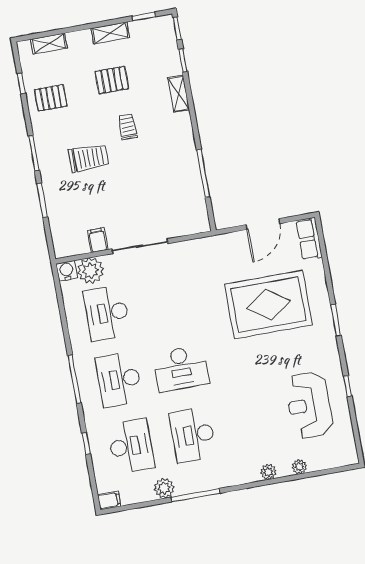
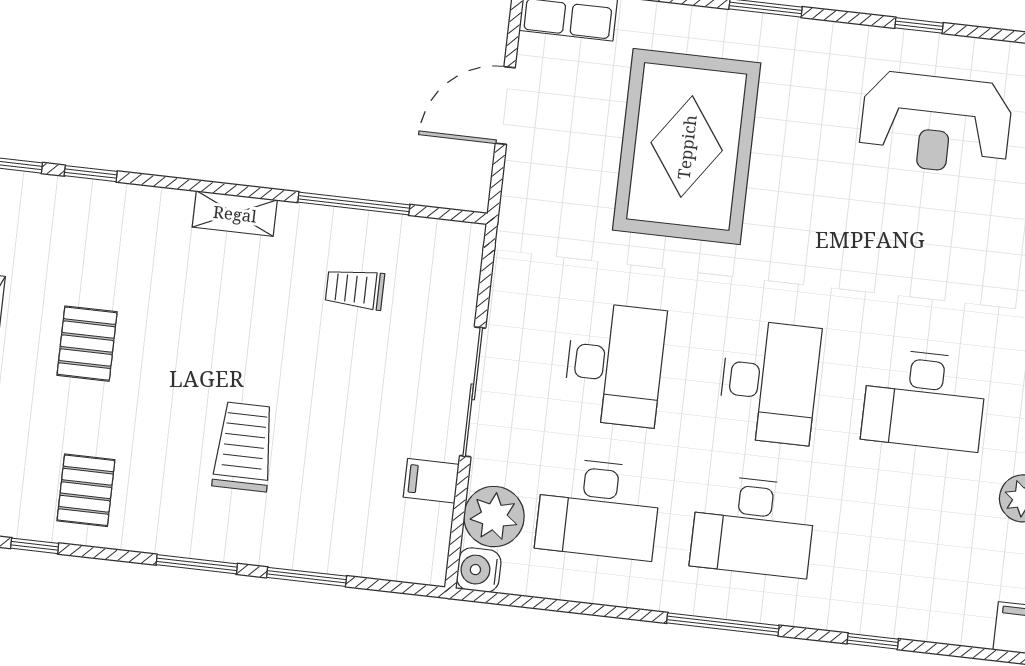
shelving: (179, 94) -> (235, 214), moved
trolley: (127, 127) -> (355, 289), moved
door: (263, 224) -> (505, 105), swing flipped
desk: (131, 446) -> (615, 364), moved, turned 90

